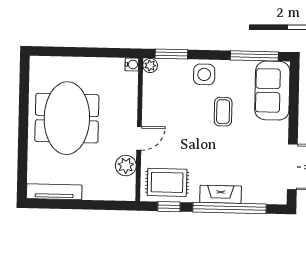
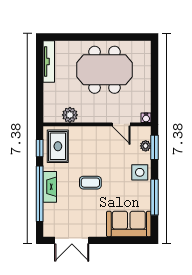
window: (254, 56) -> (155, 197), moved
plant: (150, 66) -> (146, 146), moved
coffee table: (223, 112) -> (90, 183), moved
door: (139, 138) -> (121, 124), moved

